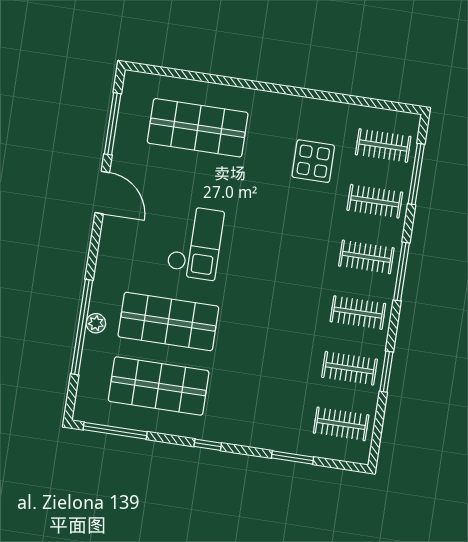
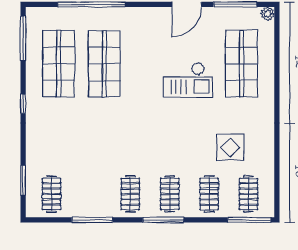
window: (416, 174) -> (249, 220), moved
checkout: (195, 243) -> (188, 80), moved
plant: (96, 323) -> (268, 14), moved
clothes rail: (350, 368) -> (91, 194), removed
window: (386, 372) -> (92, 220), width x1.44
window: (292, 458) -> (23, 180), moved

